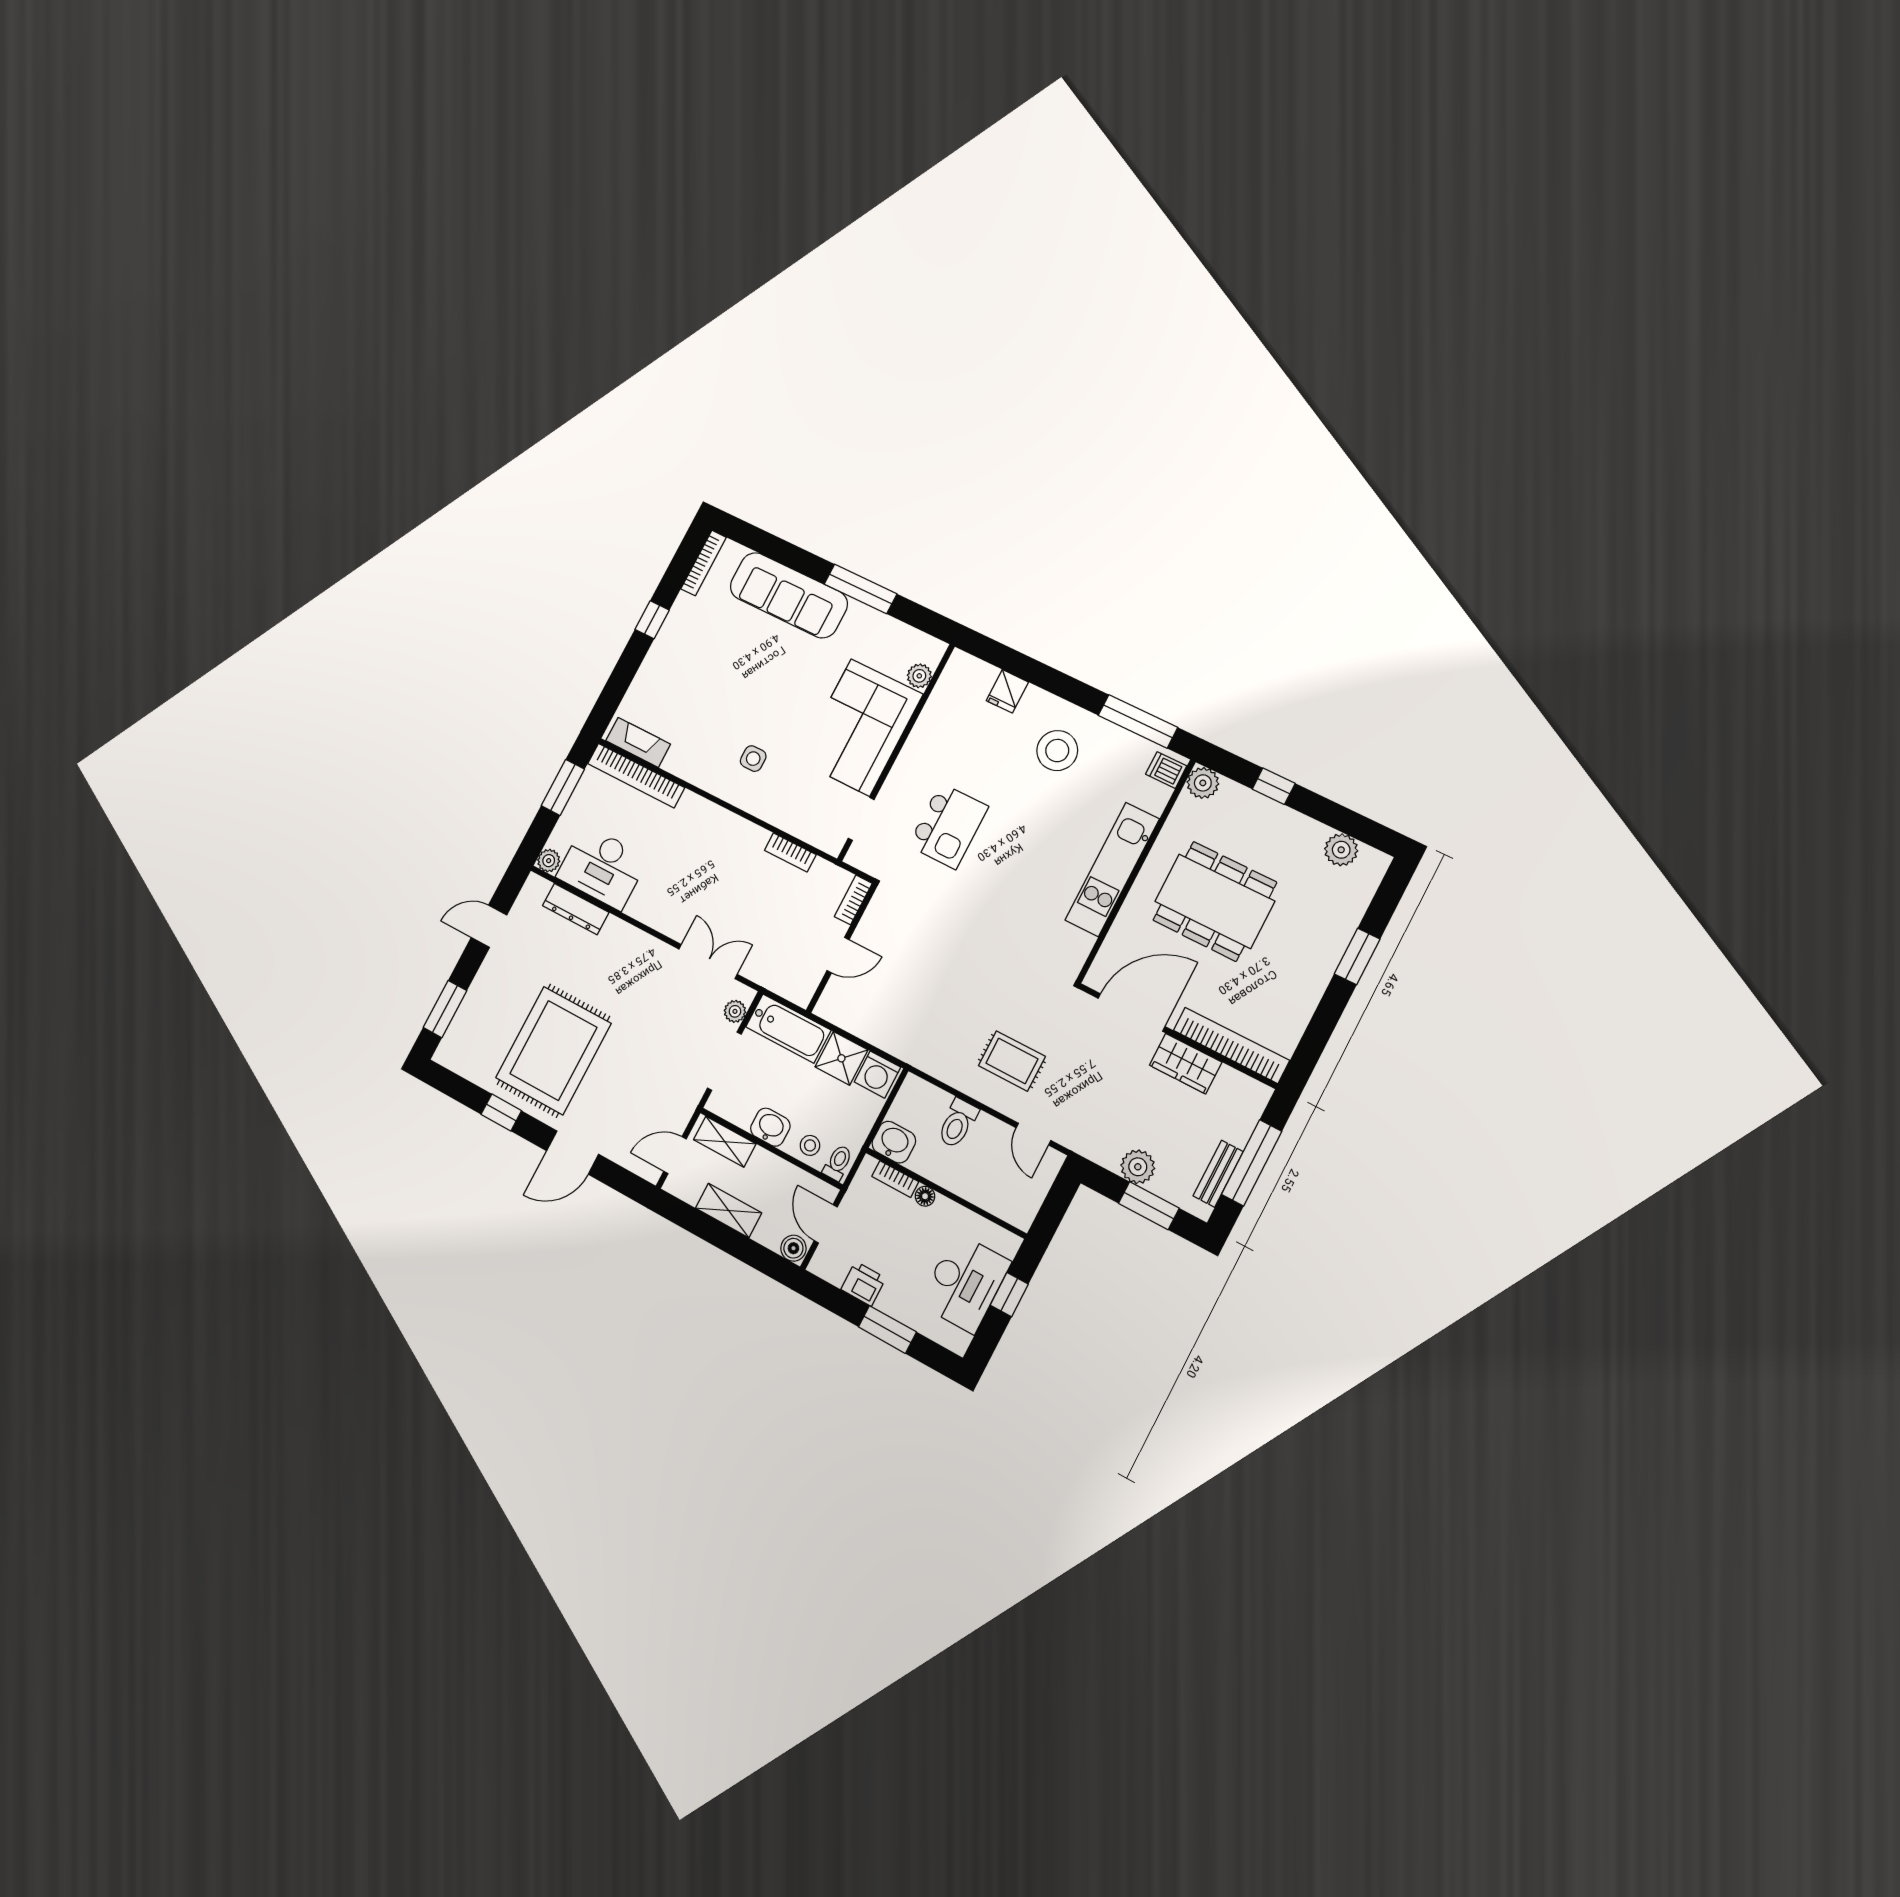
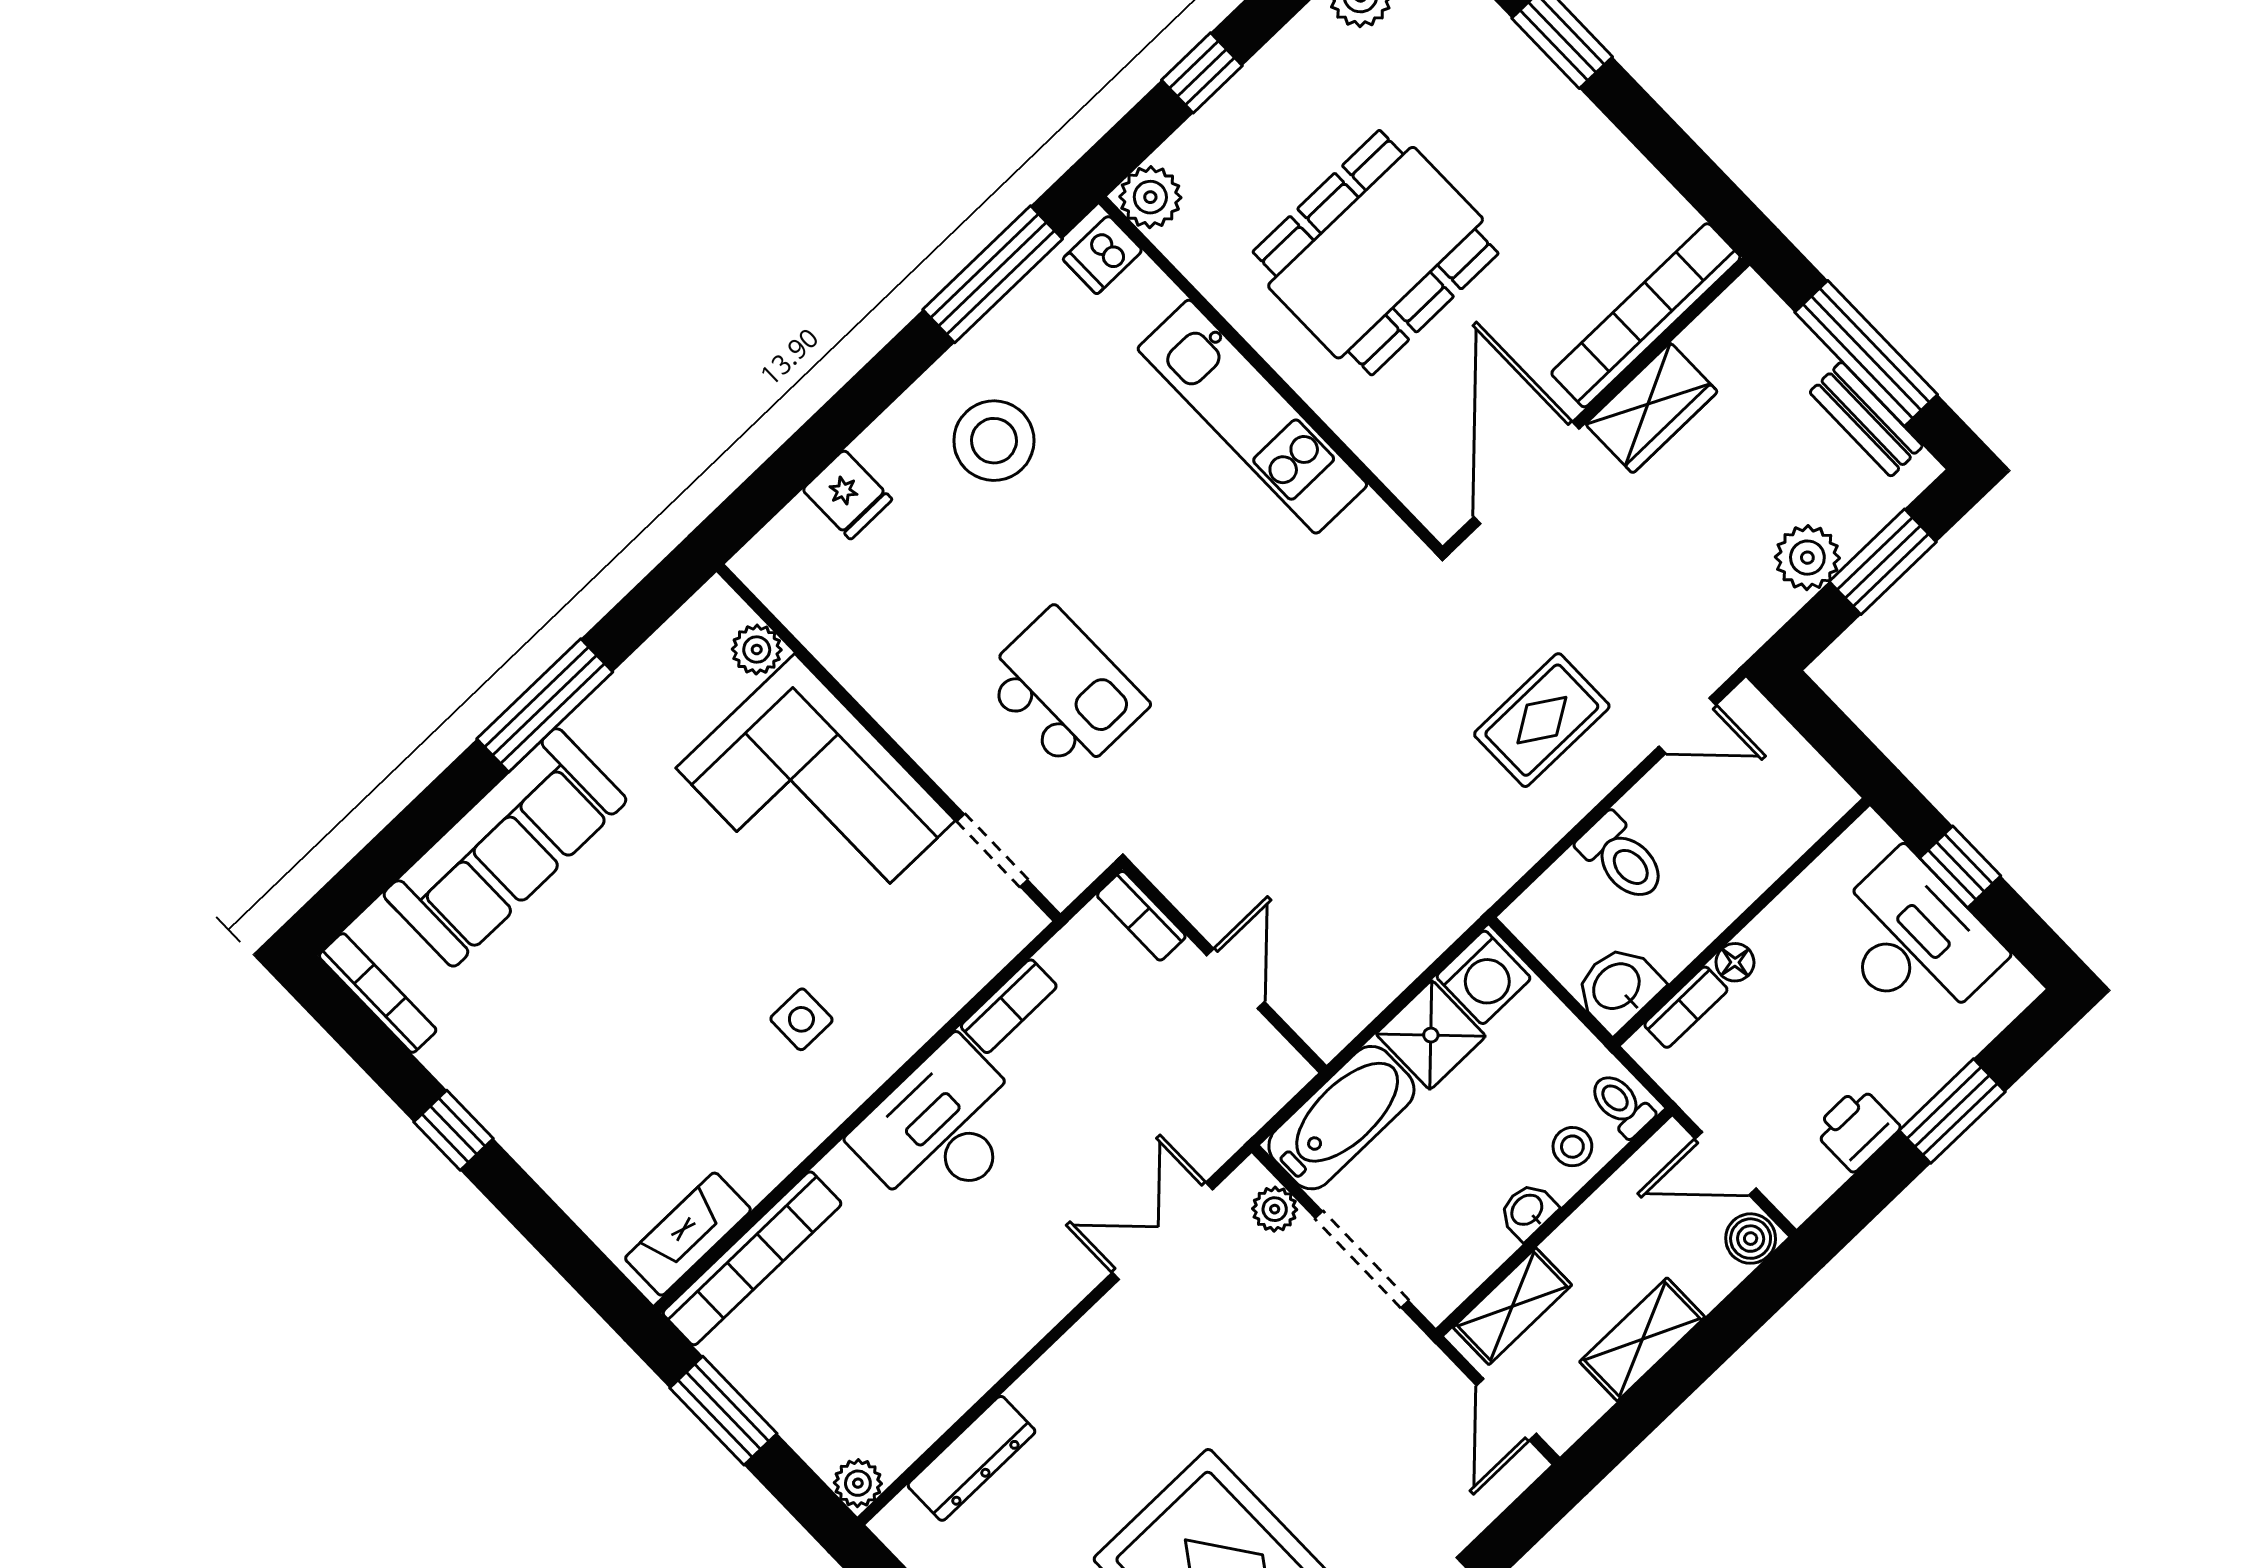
desk: (602, 867) -> (942, 1129), moved, turned 180
washbasin: (770, 1127) -> (1528, 1211), width x0.72, depth x0.69

